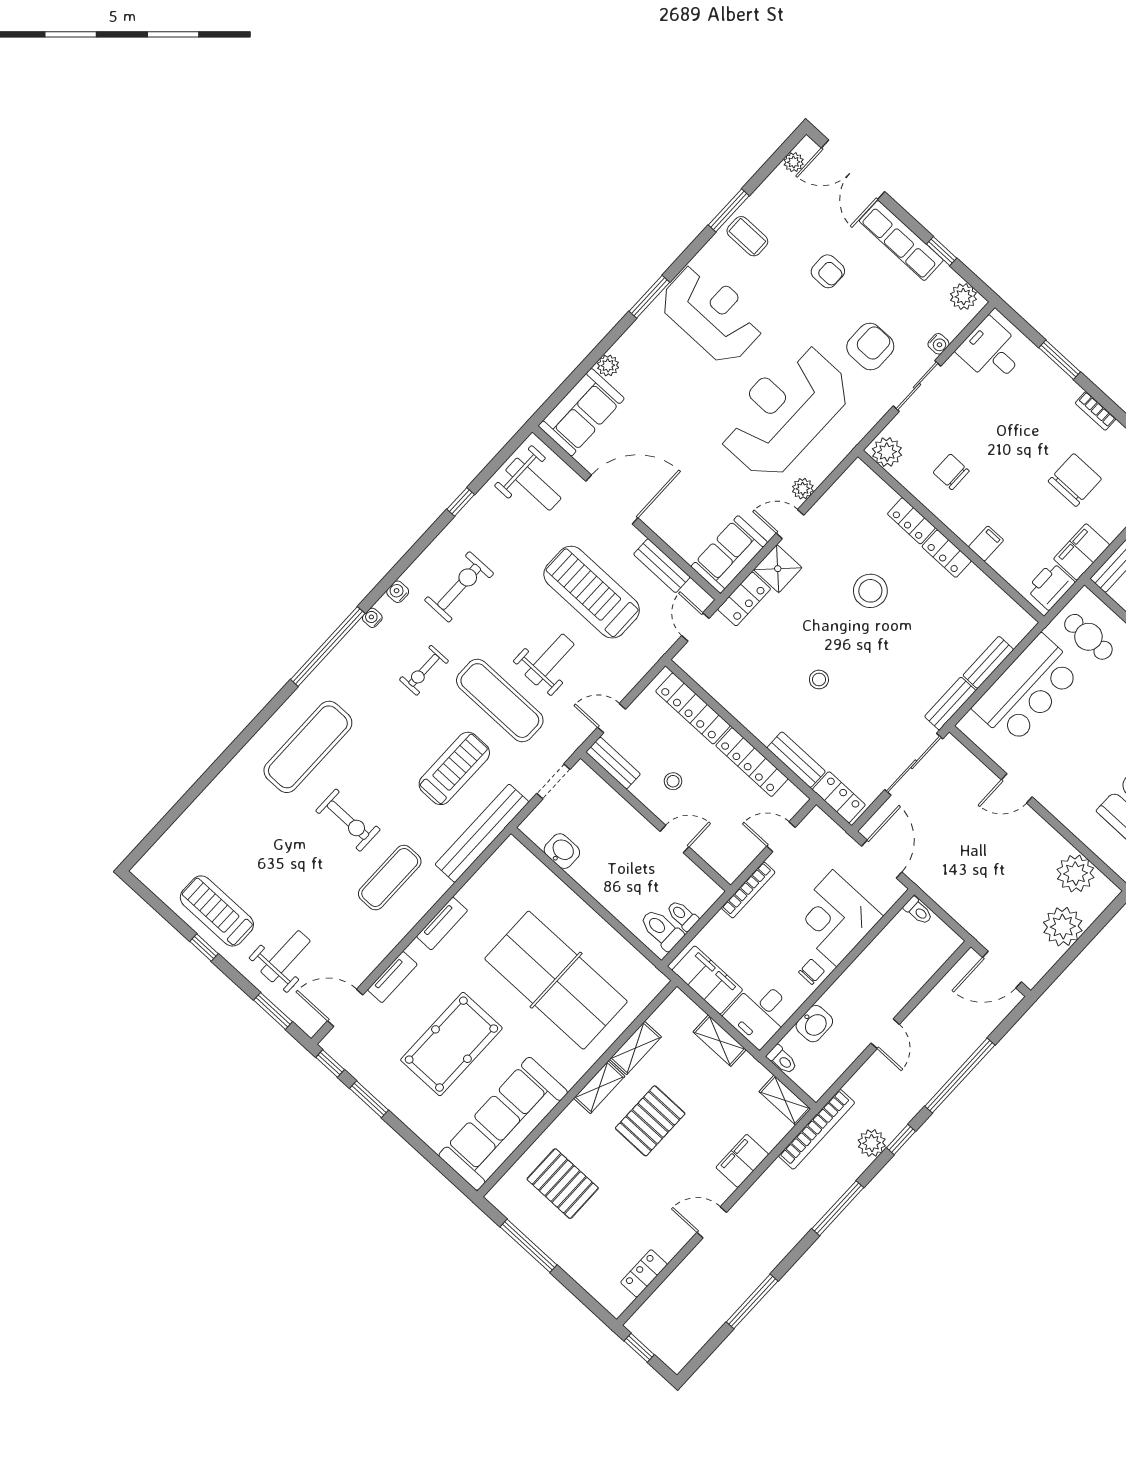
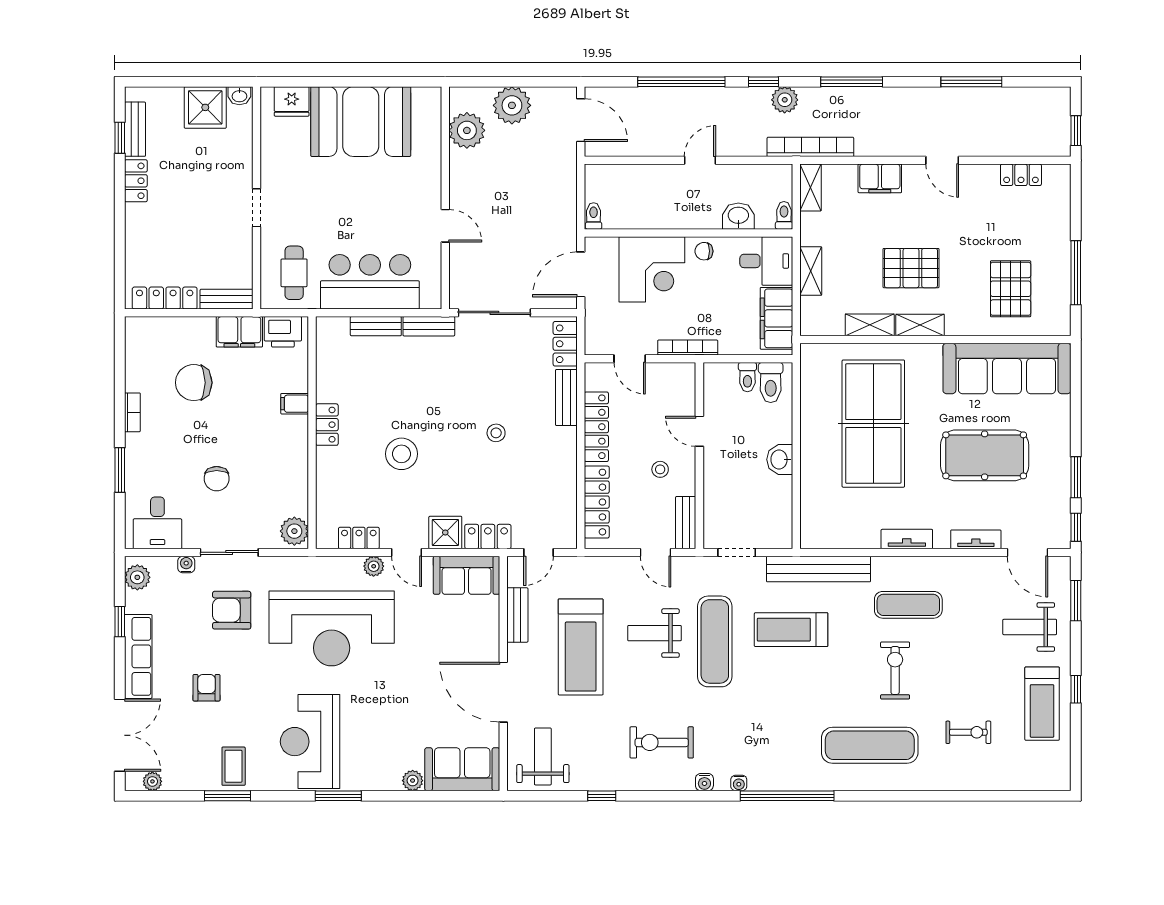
chair: (951, 472) -> (217, 479), moved
locker: (911, 521) -> (359, 538), moved, turned -90
exercise bike: (424, 670) -> (968, 732), moved
washbasin: (562, 851) -> (780, 459), moved

